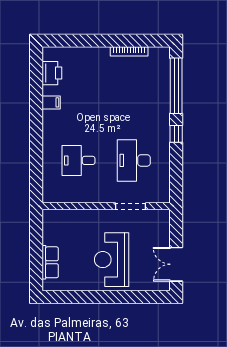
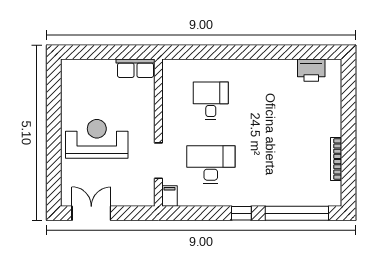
filing cabinet: (51, 102) -> (170, 196), moved, turned 180
row of seats: (50, 262) -> (135, 68), moved

